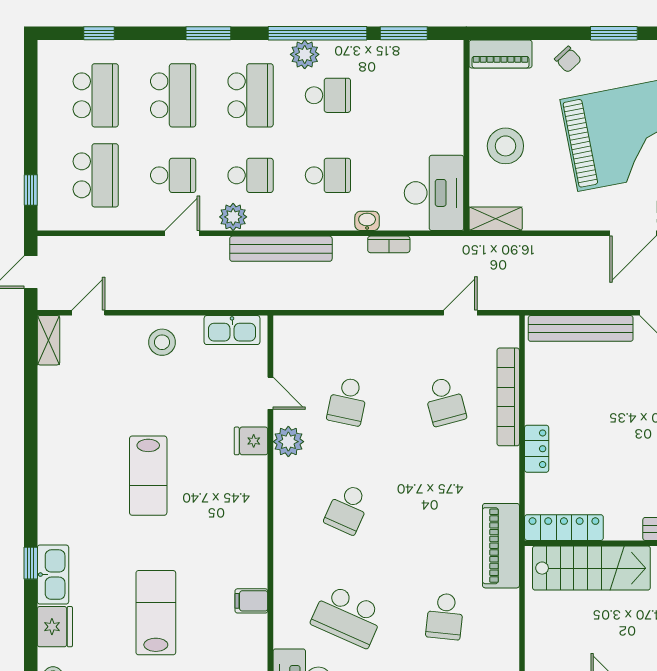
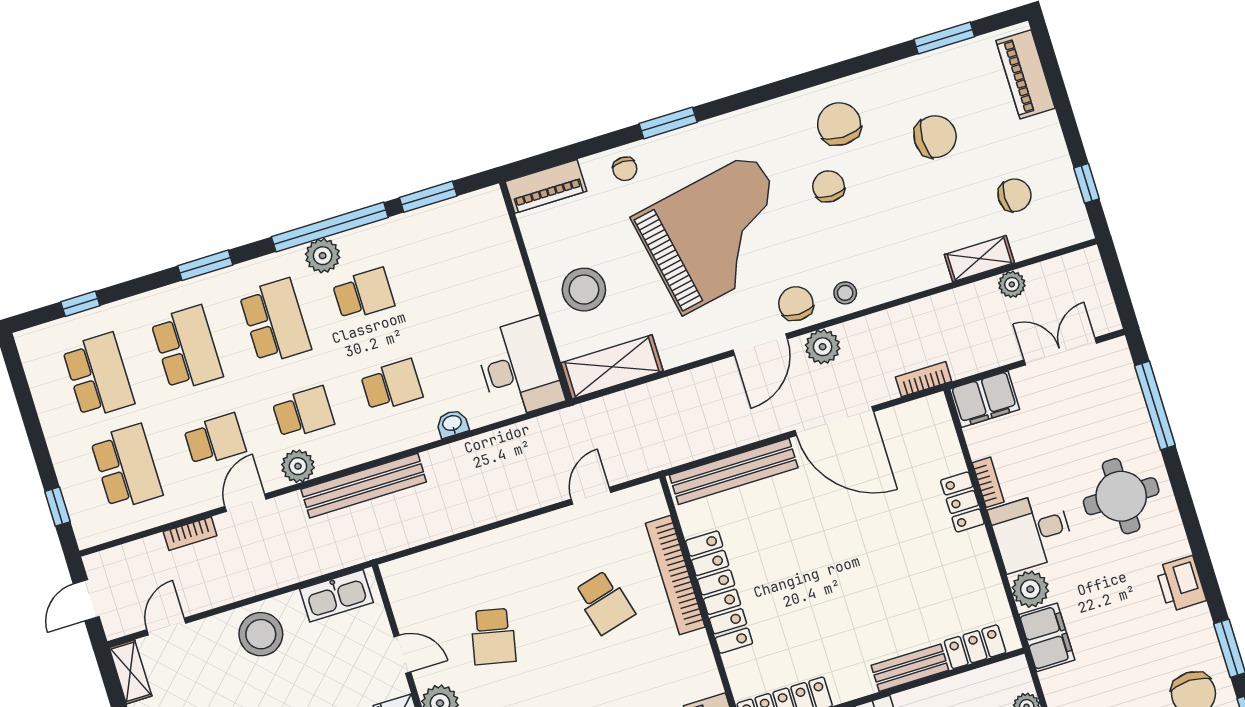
chair: (568, 59) -> (625, 169), turned 43
shelving: (496, 219) -> (612, 367), width x1.50, depth x1.33
bookcase: (389, 244) -> (190, 534), moved
stool: (162, 342) -> (261, 634), width x1.38, depth x1.38
locker: (537, 449) -> (719, 592), width x2.16, depth x1.21

